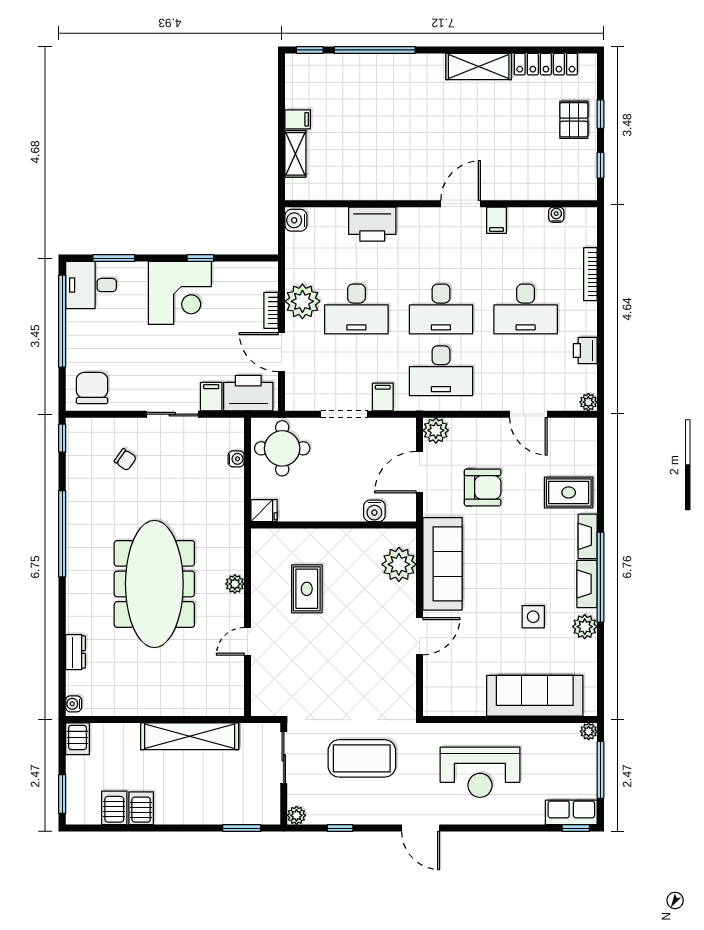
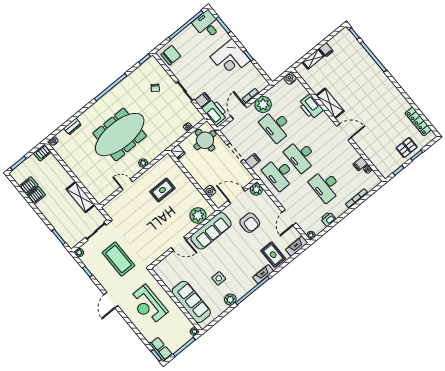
shelving: (479, 66) -> (330, 103), moved
filing cabinet: (496, 220) -> (360, 164), moved
fireplace: (587, 584) -> (297, 246), moved
shelving: (190, 736) -> (81, 197), width x0.68

